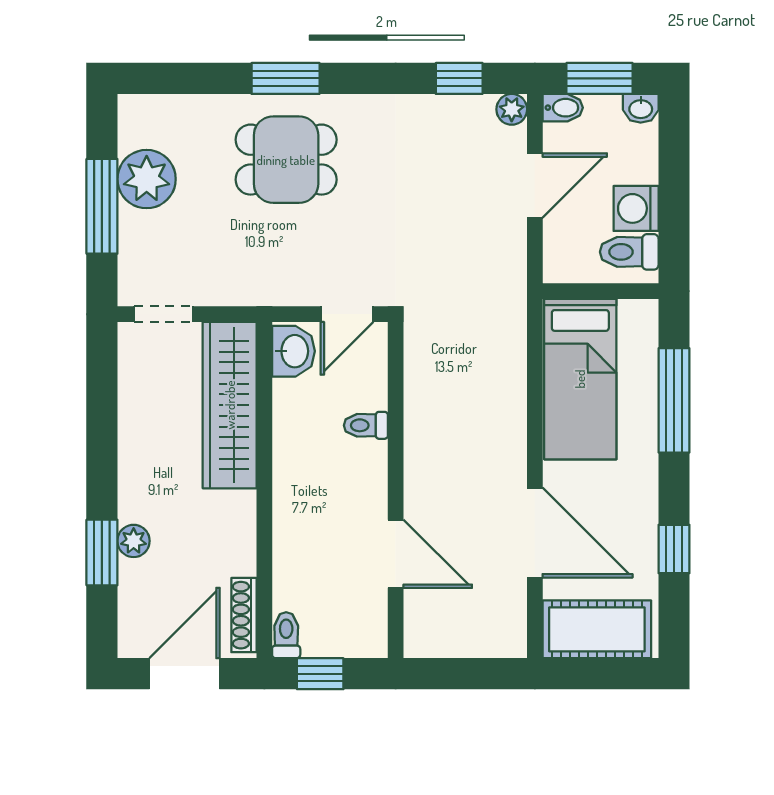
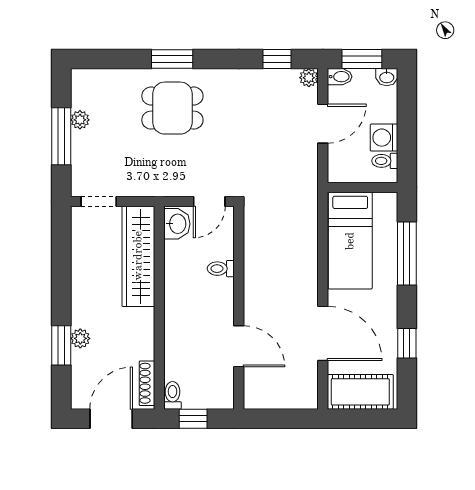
plant: (147, 179) -> (80, 120), width x0.53, depth x0.53
toilet: (629, 252) -> (385, 161), width x0.73, depth x0.72

